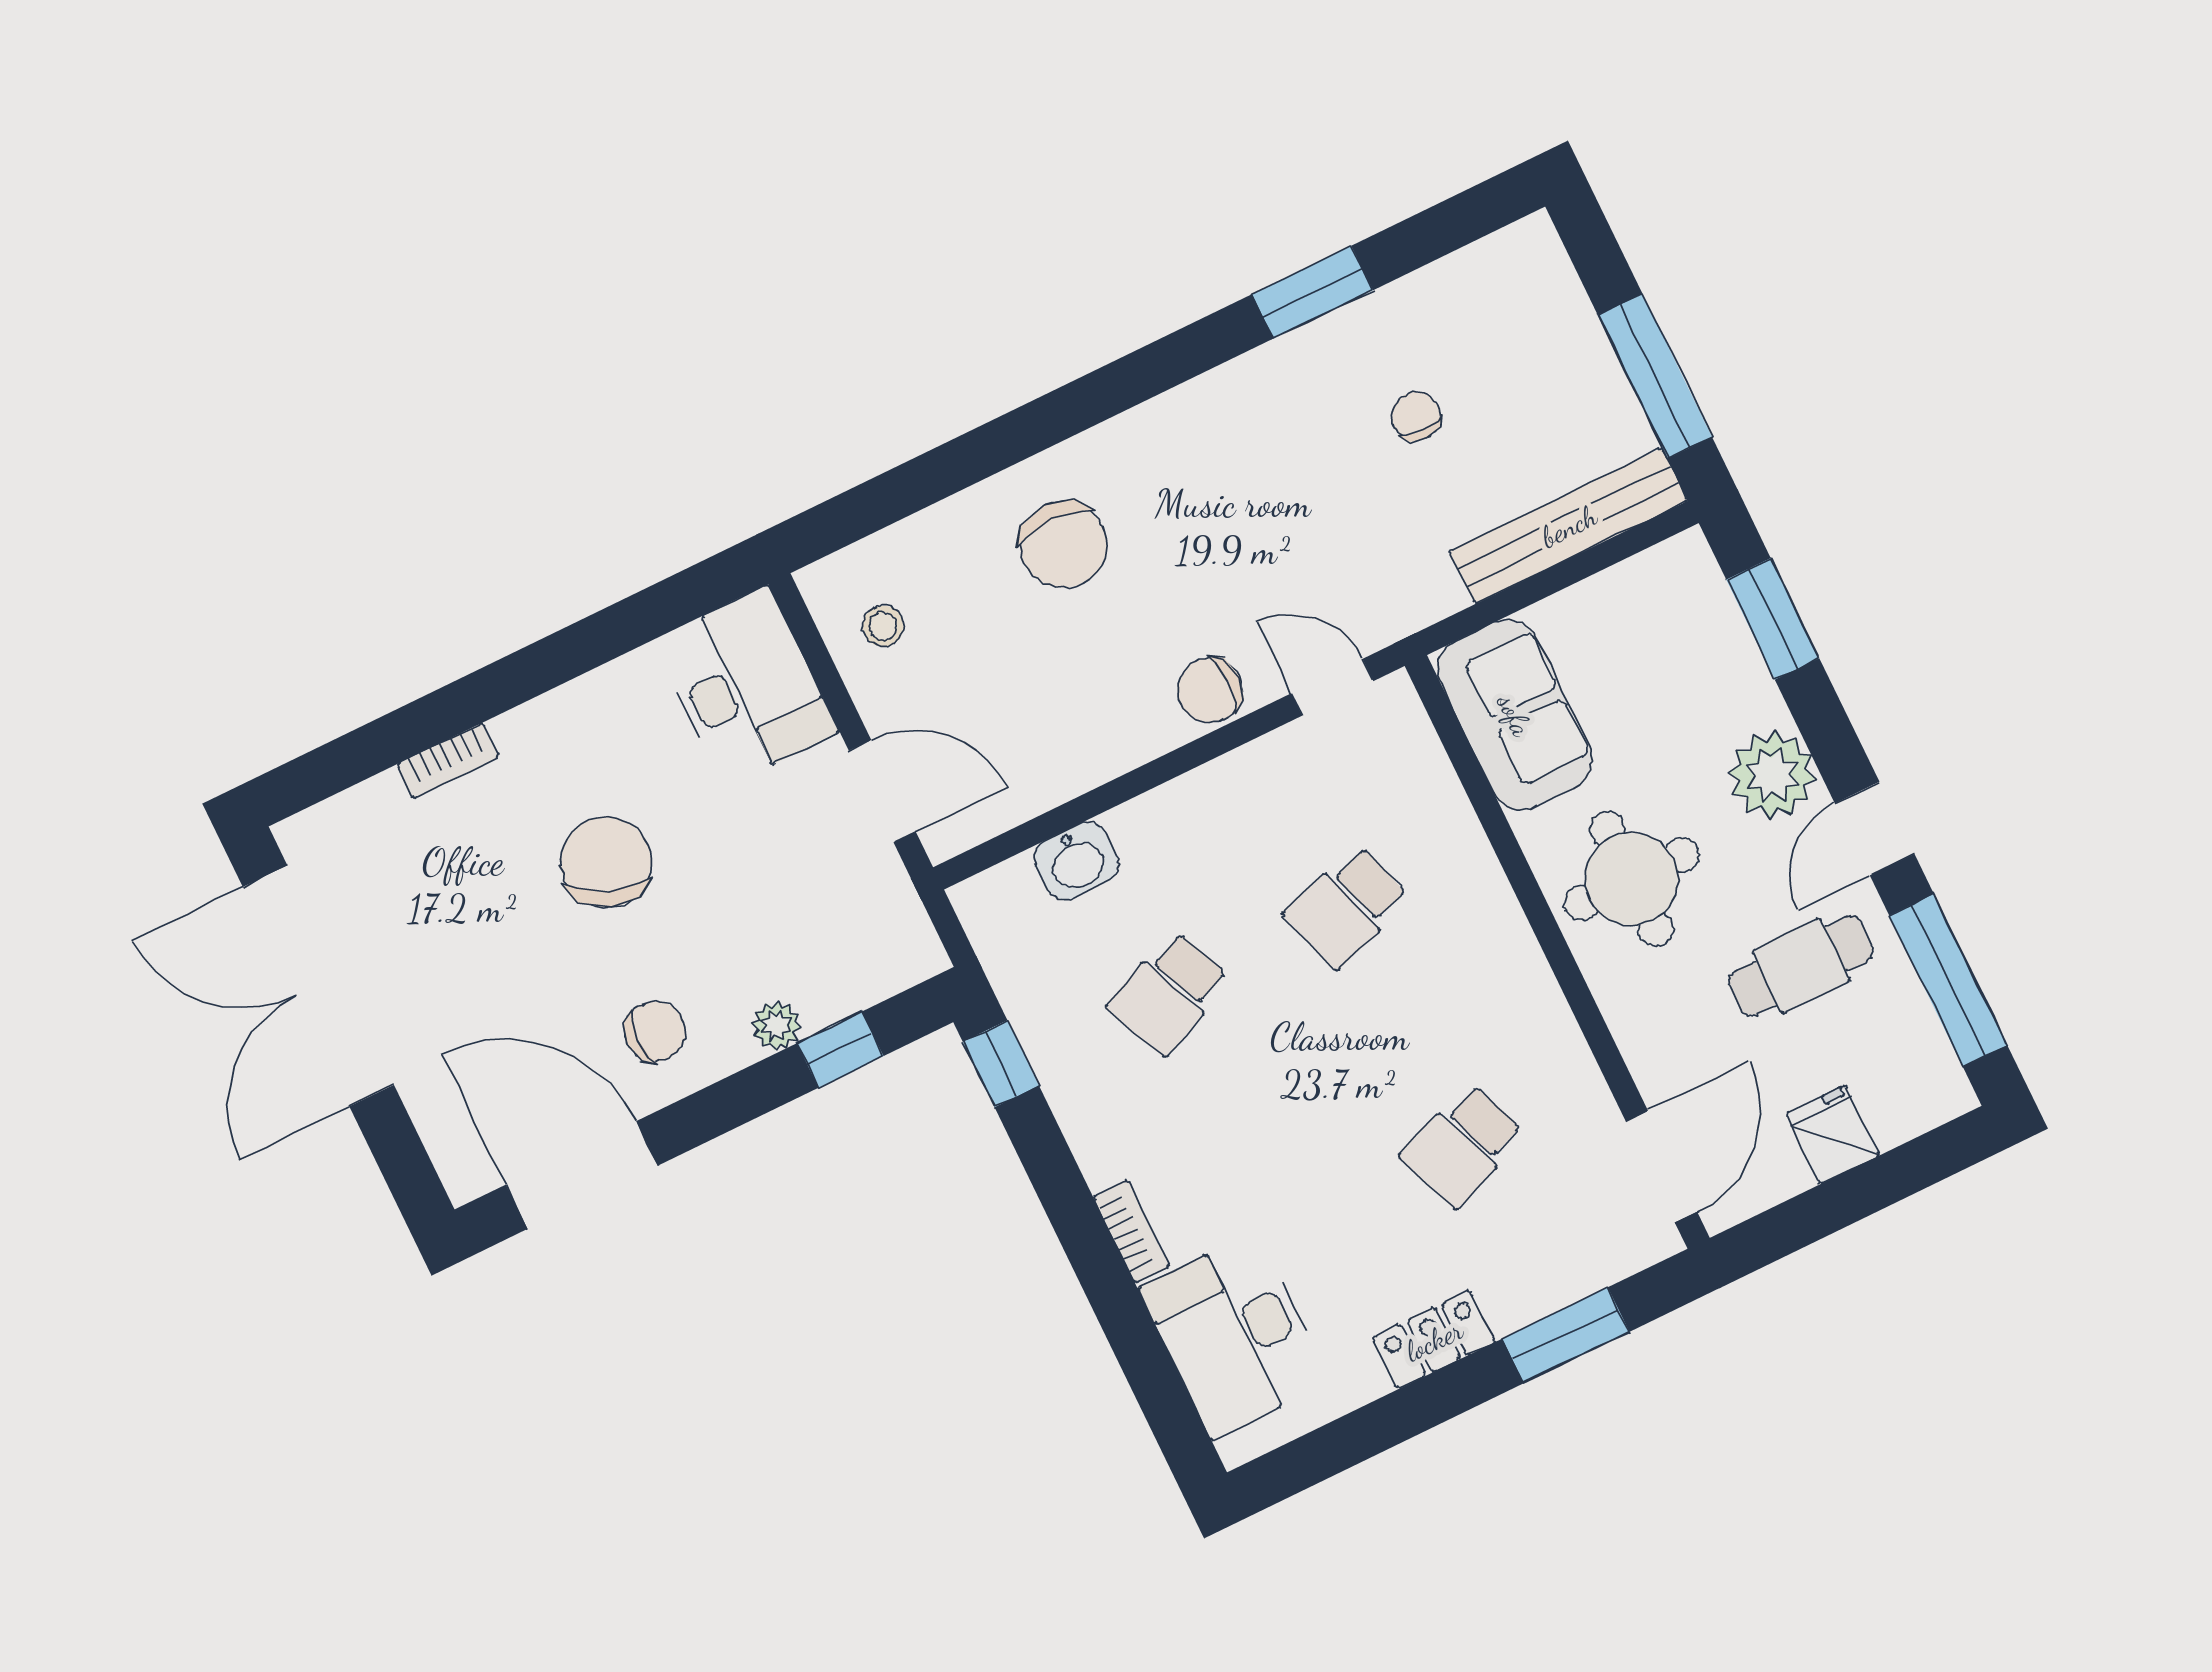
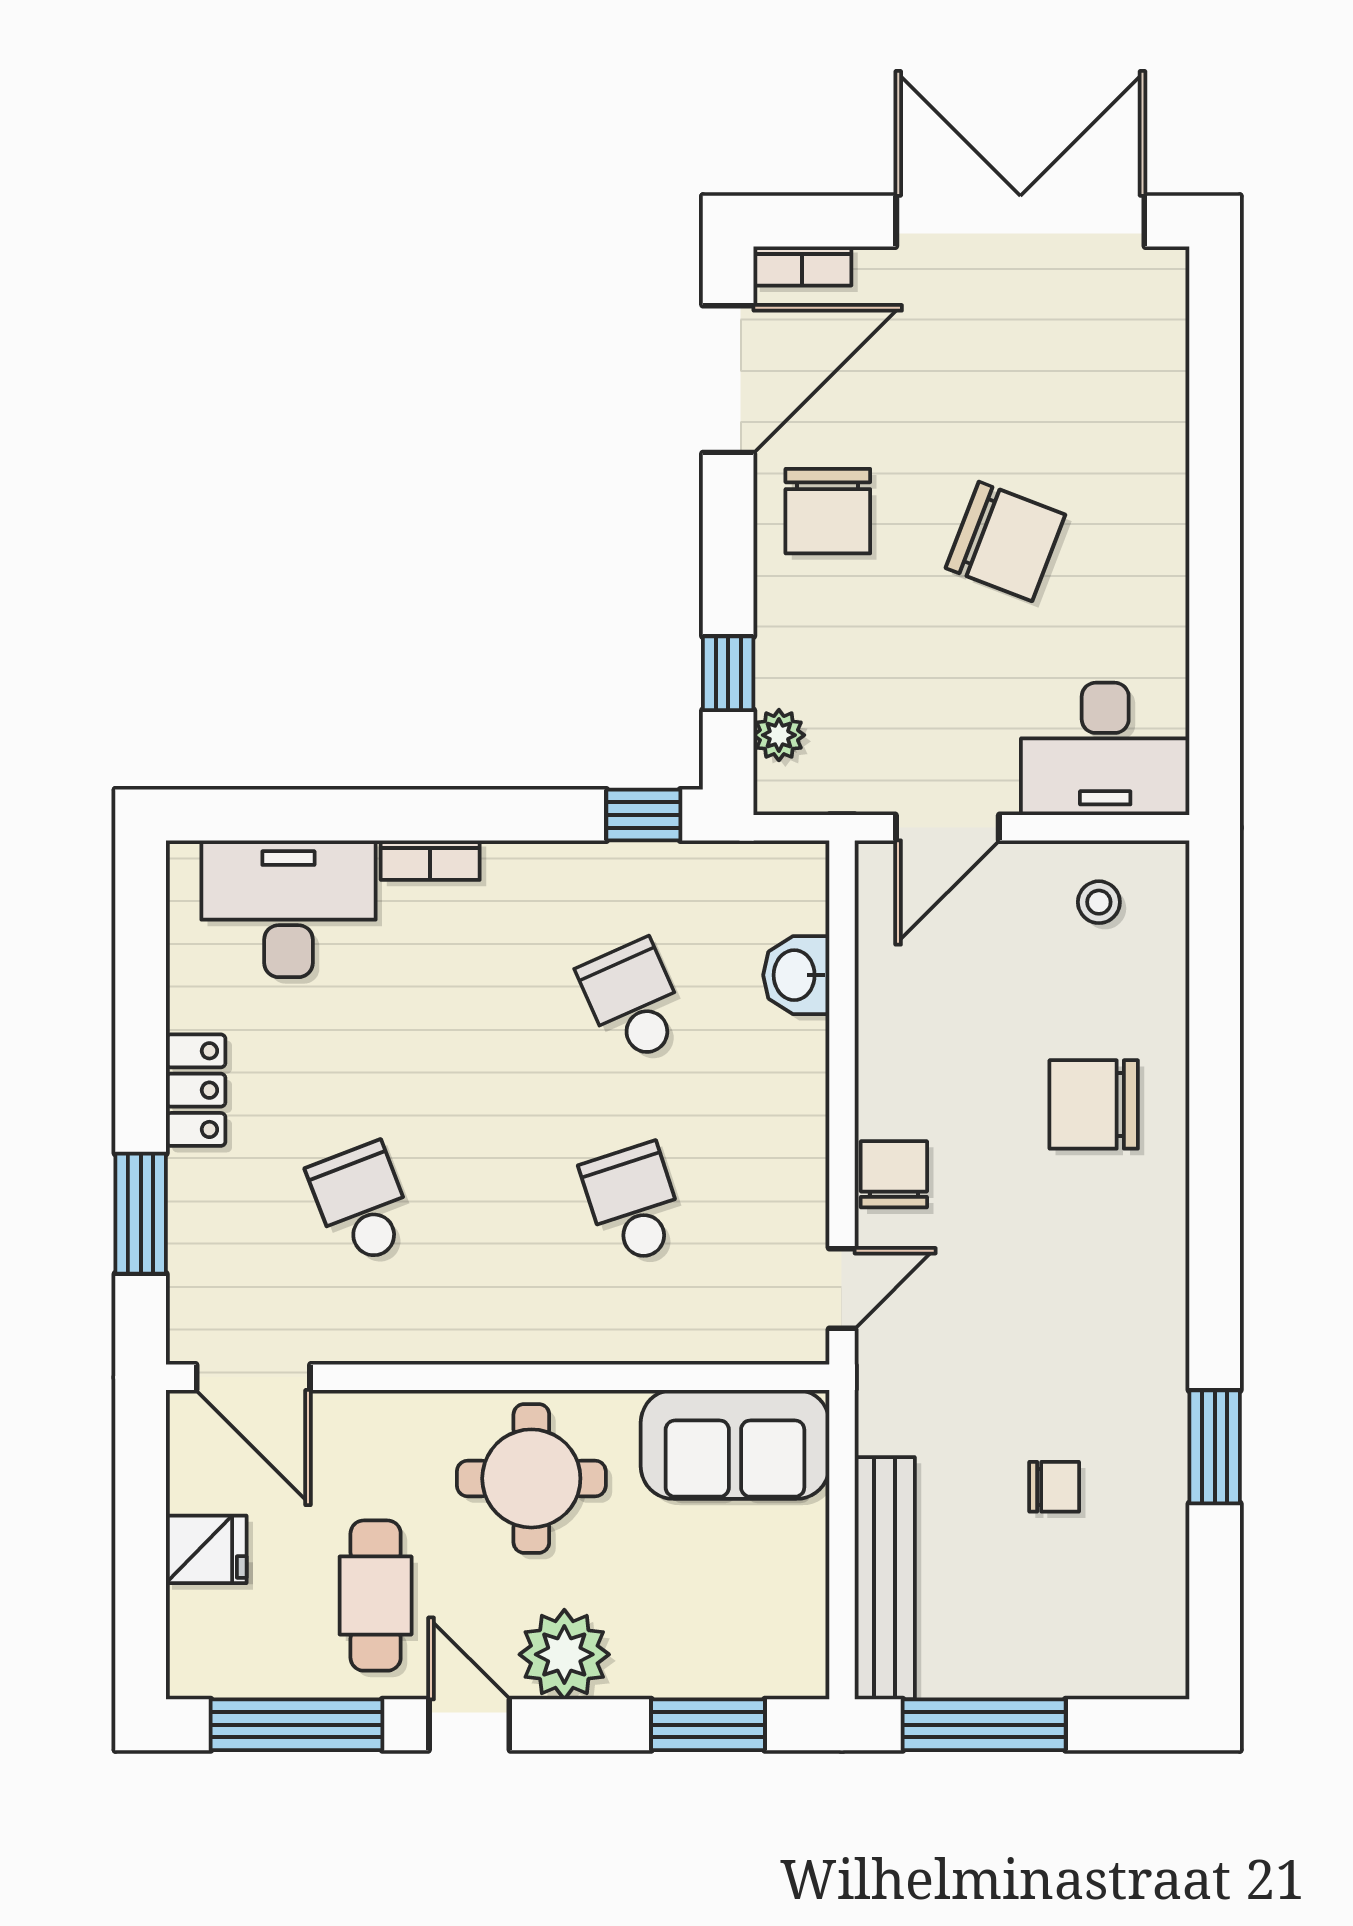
bookcase: (448, 761) -> (802, 266), moved, turned -90
plant: (776, 1026) -> (779, 735), moved
chair: (655, 1031) -> (828, 511), width x1.37, depth x1.37

